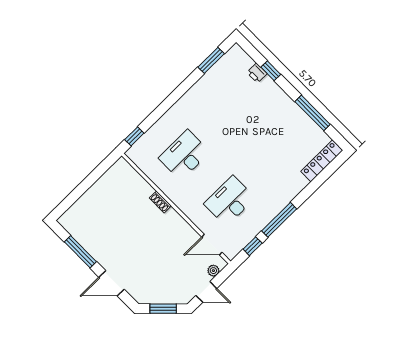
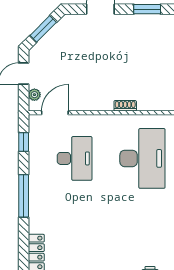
desk: (184, 155) -> (142, 158), width x1.36, depth x1.30
window: (279, 220) -> (24, 196), moved
window: (80, 252) -> (147, 9), width x0.69

